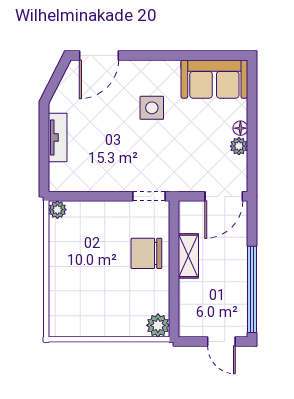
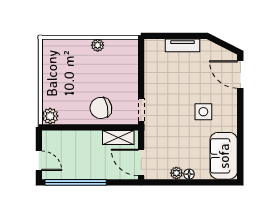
plant: (57, 210) -> (98, 45), moved
chair: (146, 253) -> (101, 108), turned -102
shelving: (188, 256) -> (118, 137), moved
door: (221, 341) -> (39, 161), swing flipped

